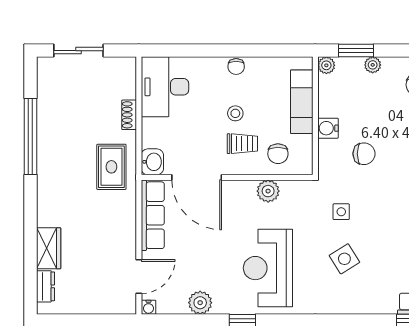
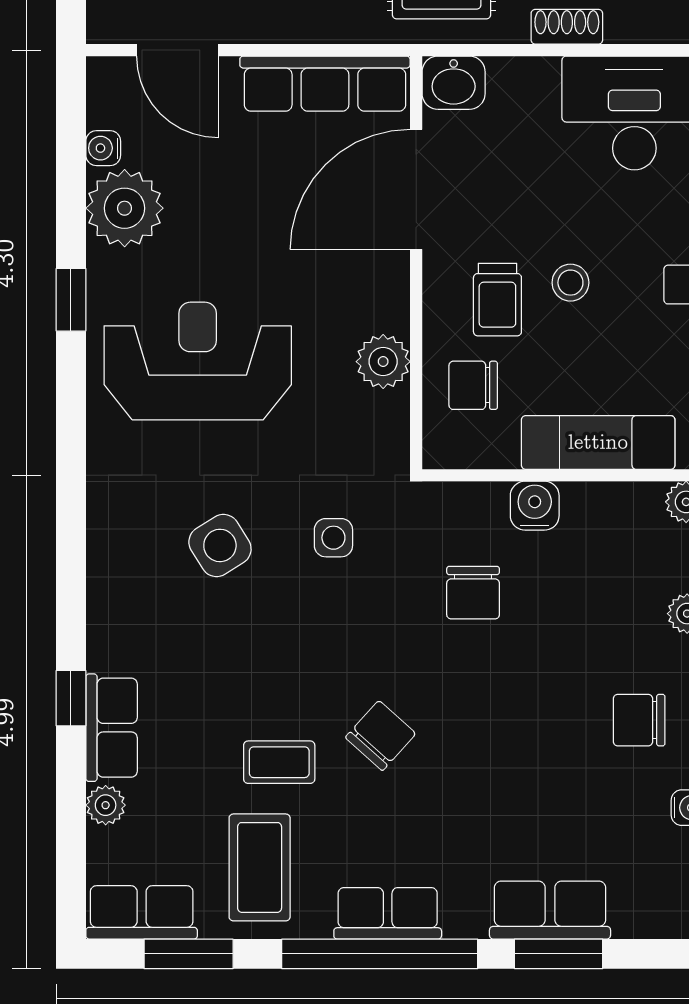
plant: (200, 303) -> (125, 208), width x1.36, depth x1.36
water cooler: (148, 307) -> (103, 148), moved

